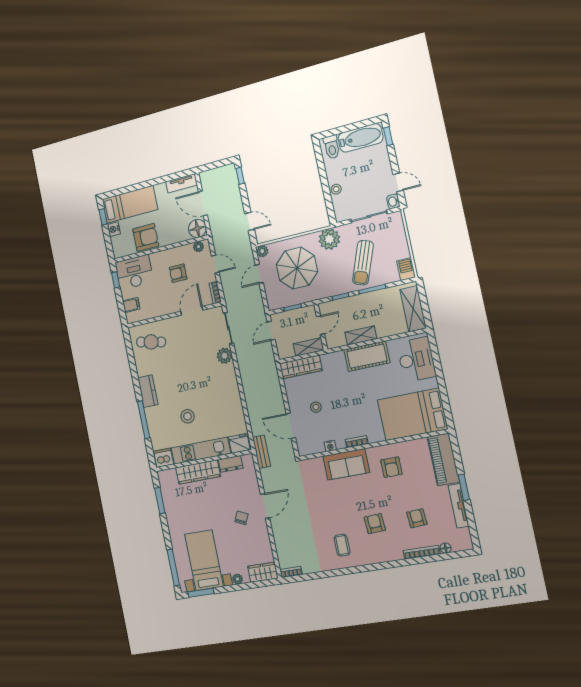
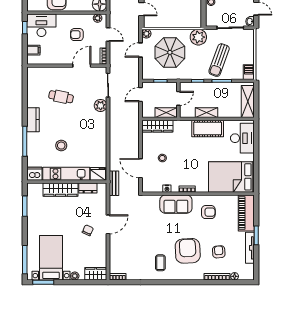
cafe table: (151, 342) -> (61, 97), moved
armchair: (391, 467) -> (208, 212), turned -90
armchair: (375, 524) -> (188, 251), width x1.88, depth x1.88

